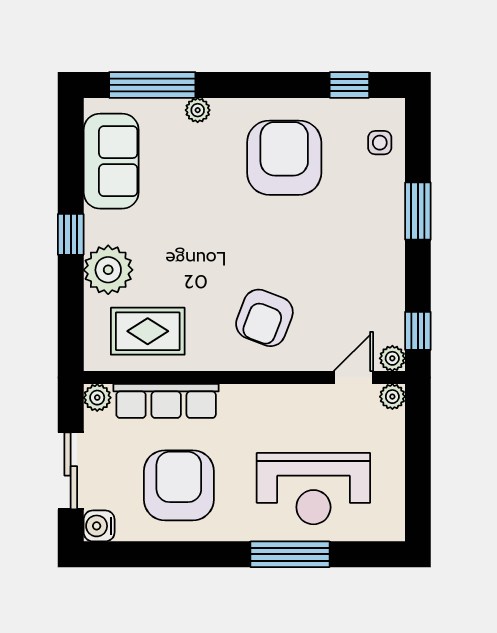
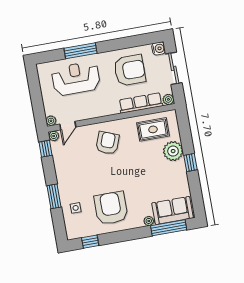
side table: (380, 143) -> (76, 208), moved
armchair: (284, 158) -> (111, 208), turned 180
sofa: (111, 161) -> (173, 210), moved, turned 90
armchair: (179, 485) -> (130, 70), turned -90

